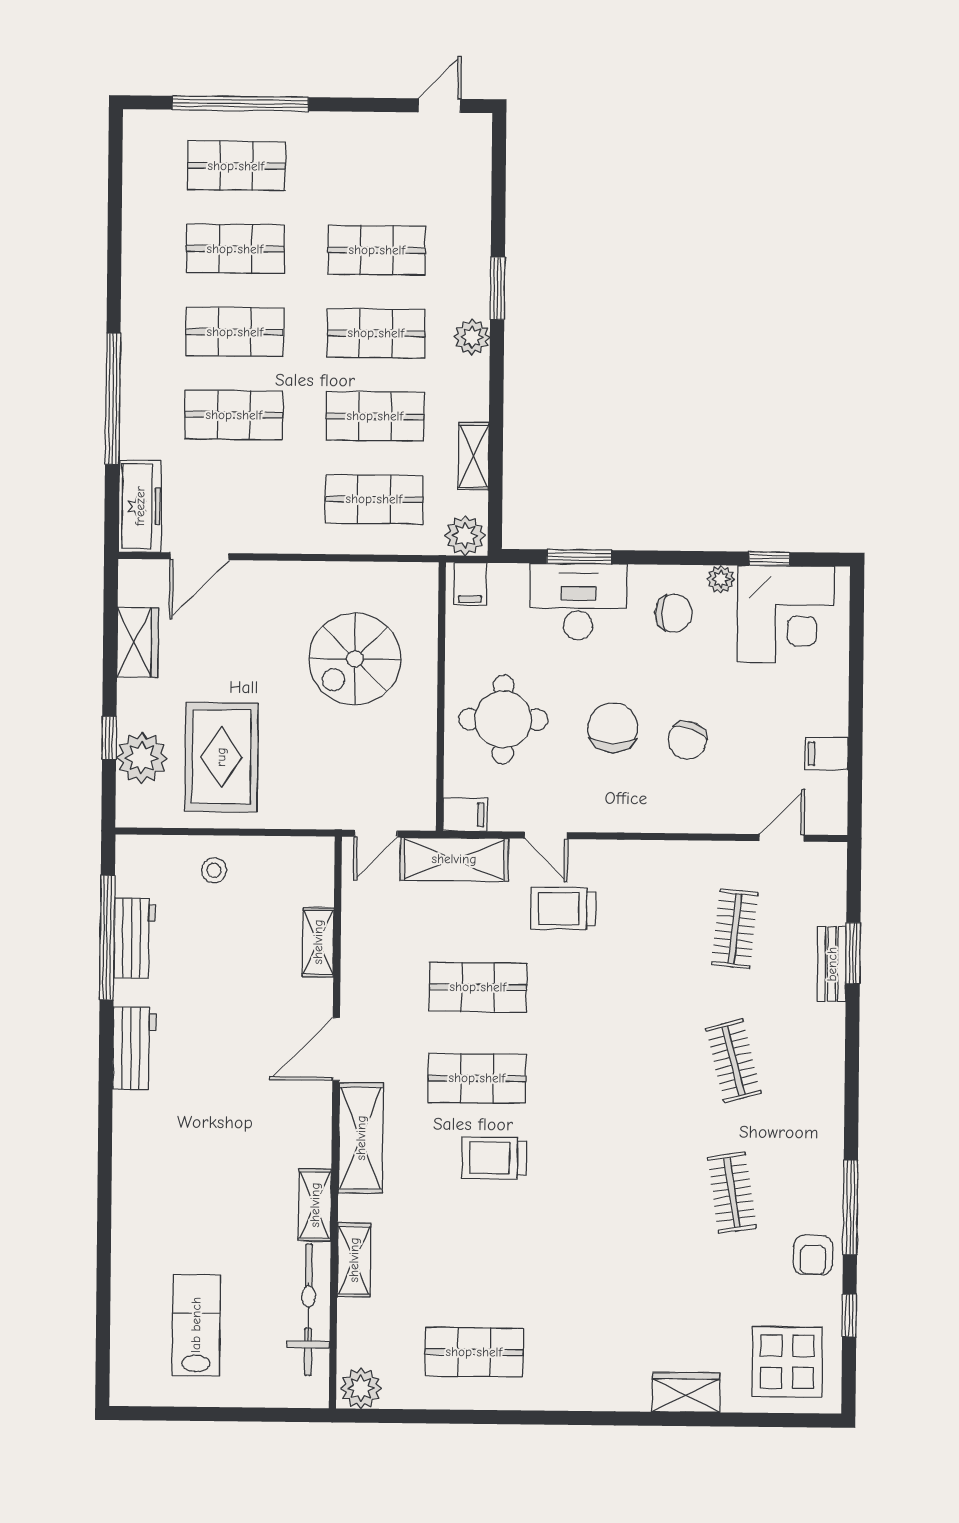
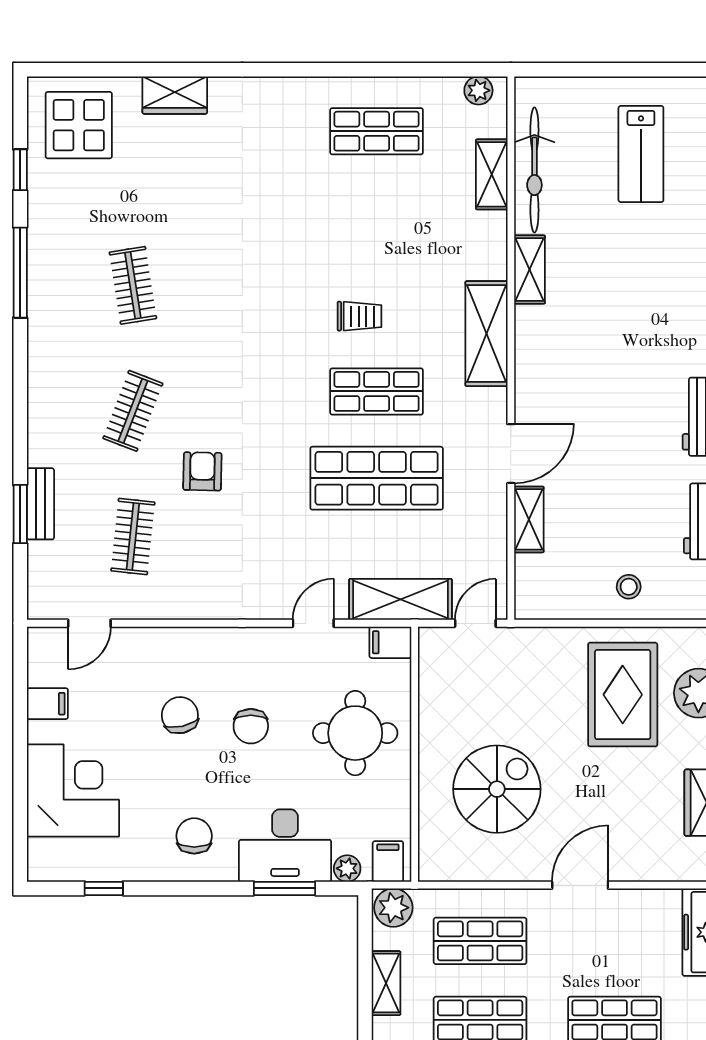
door: (200, 556) -> (580, 885), moved
plant: (721, 579) -> (347, 868), moved
chair: (674, 613) -> (194, 836), turned 90
corner desk: (786, 614) -> (73, 791), moved, turned 90
chair: (613, 728) -> (251, 726), width x0.73, depth x0.73
chair: (687, 740) -> (180, 715), turned -32
door: (546, 835) -> (313, 623), hinge flipped
trolley: (563, 909) -> (296, 554), removed
shop shelf: (478, 987) -> (377, 478), width x1.43, depth x1.36
door: (336, 1049) -> (511, 454), moved
clothes rail: (733, 1061) -> (133, 411), turned 36
trolley: (494, 1158) -> (359, 316), width x0.73, depth x0.72
armchair: (813, 1255) -> (202, 471), moved
shelving: (354, 1260) -> (492, 174), moved
plant: (361, 1388) -> (478, 90), width x0.73, depth x0.73

